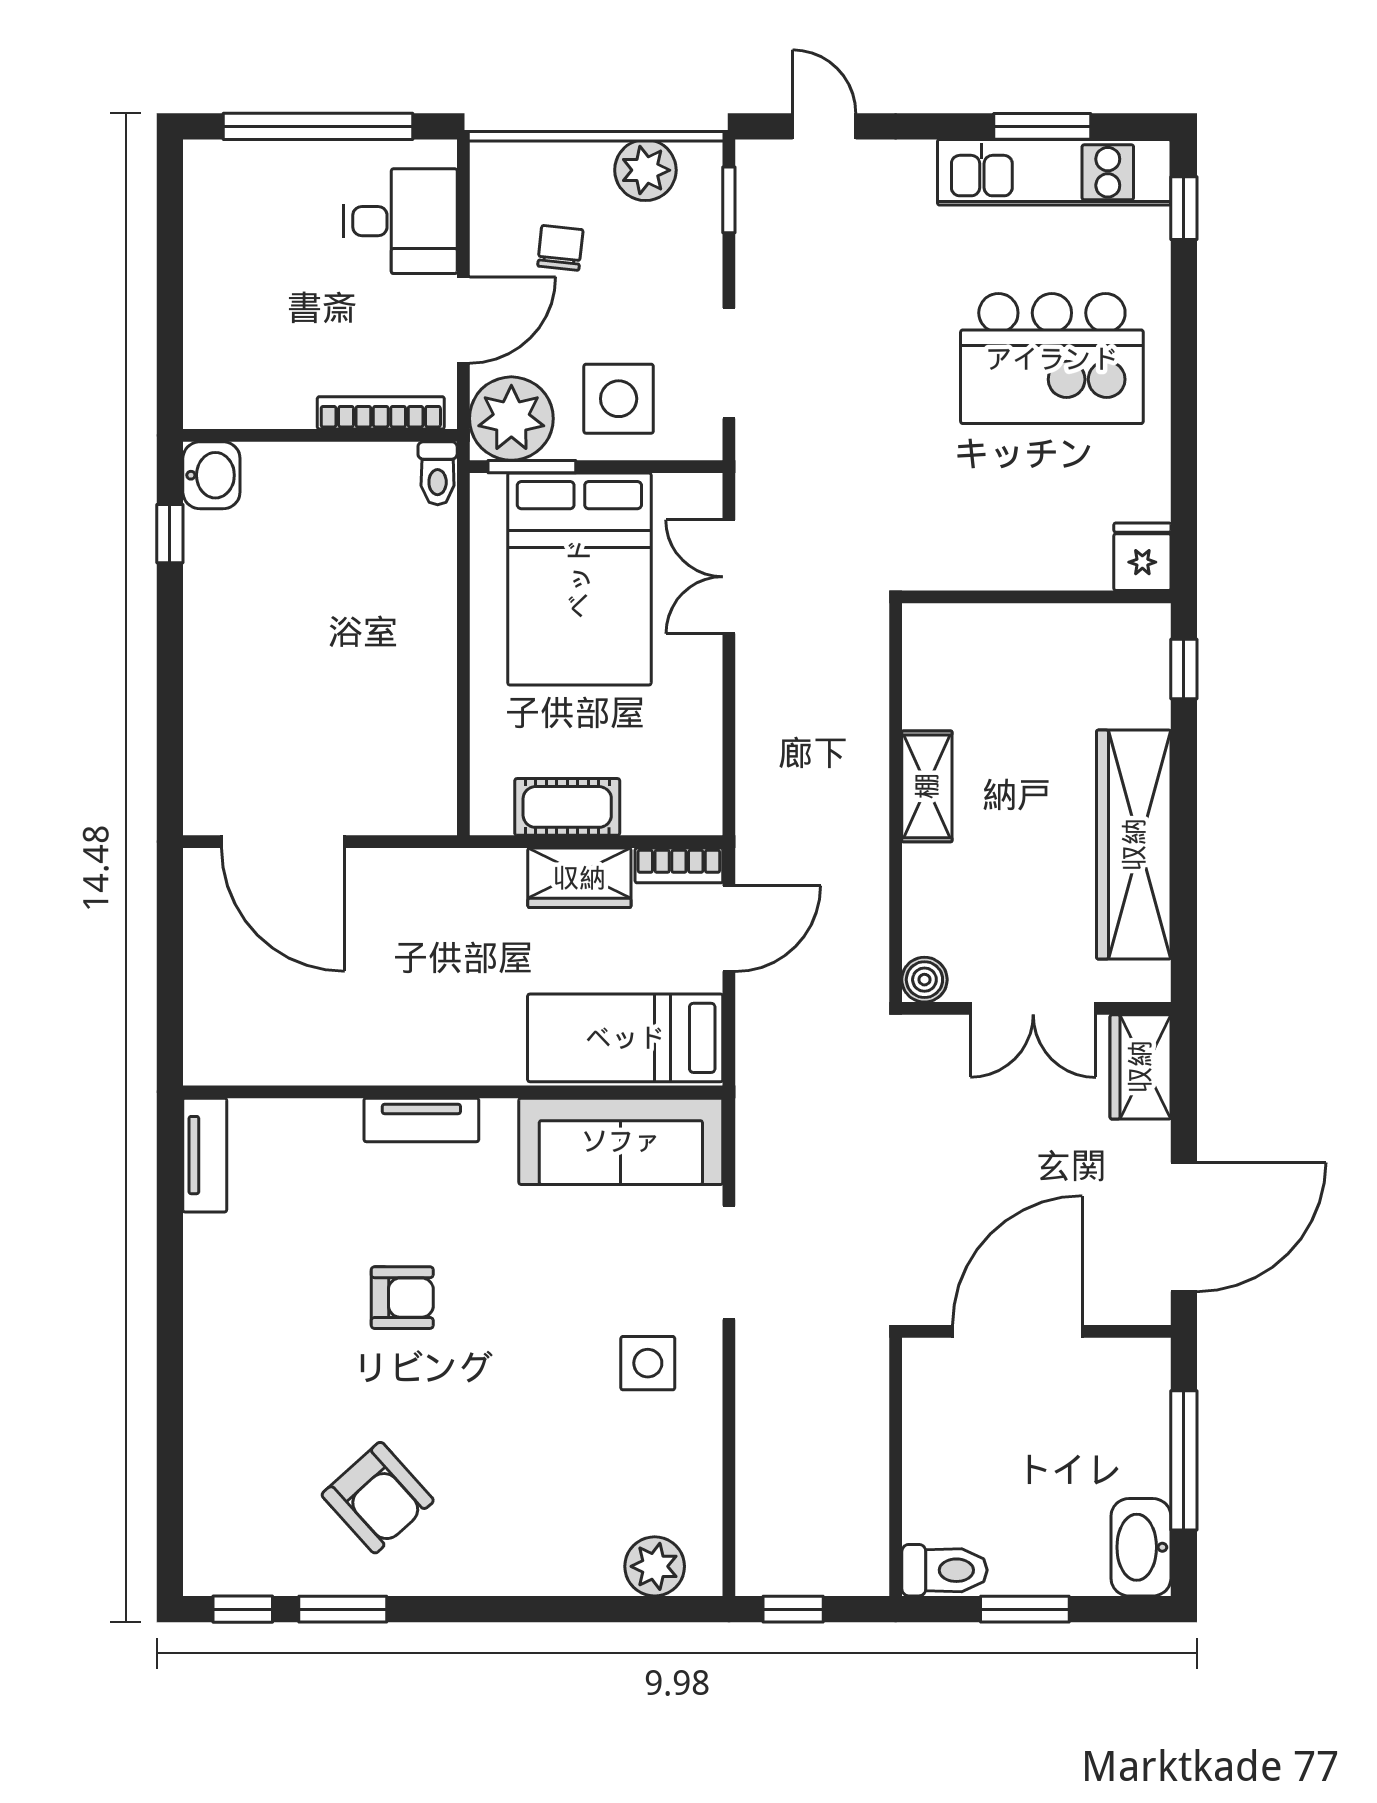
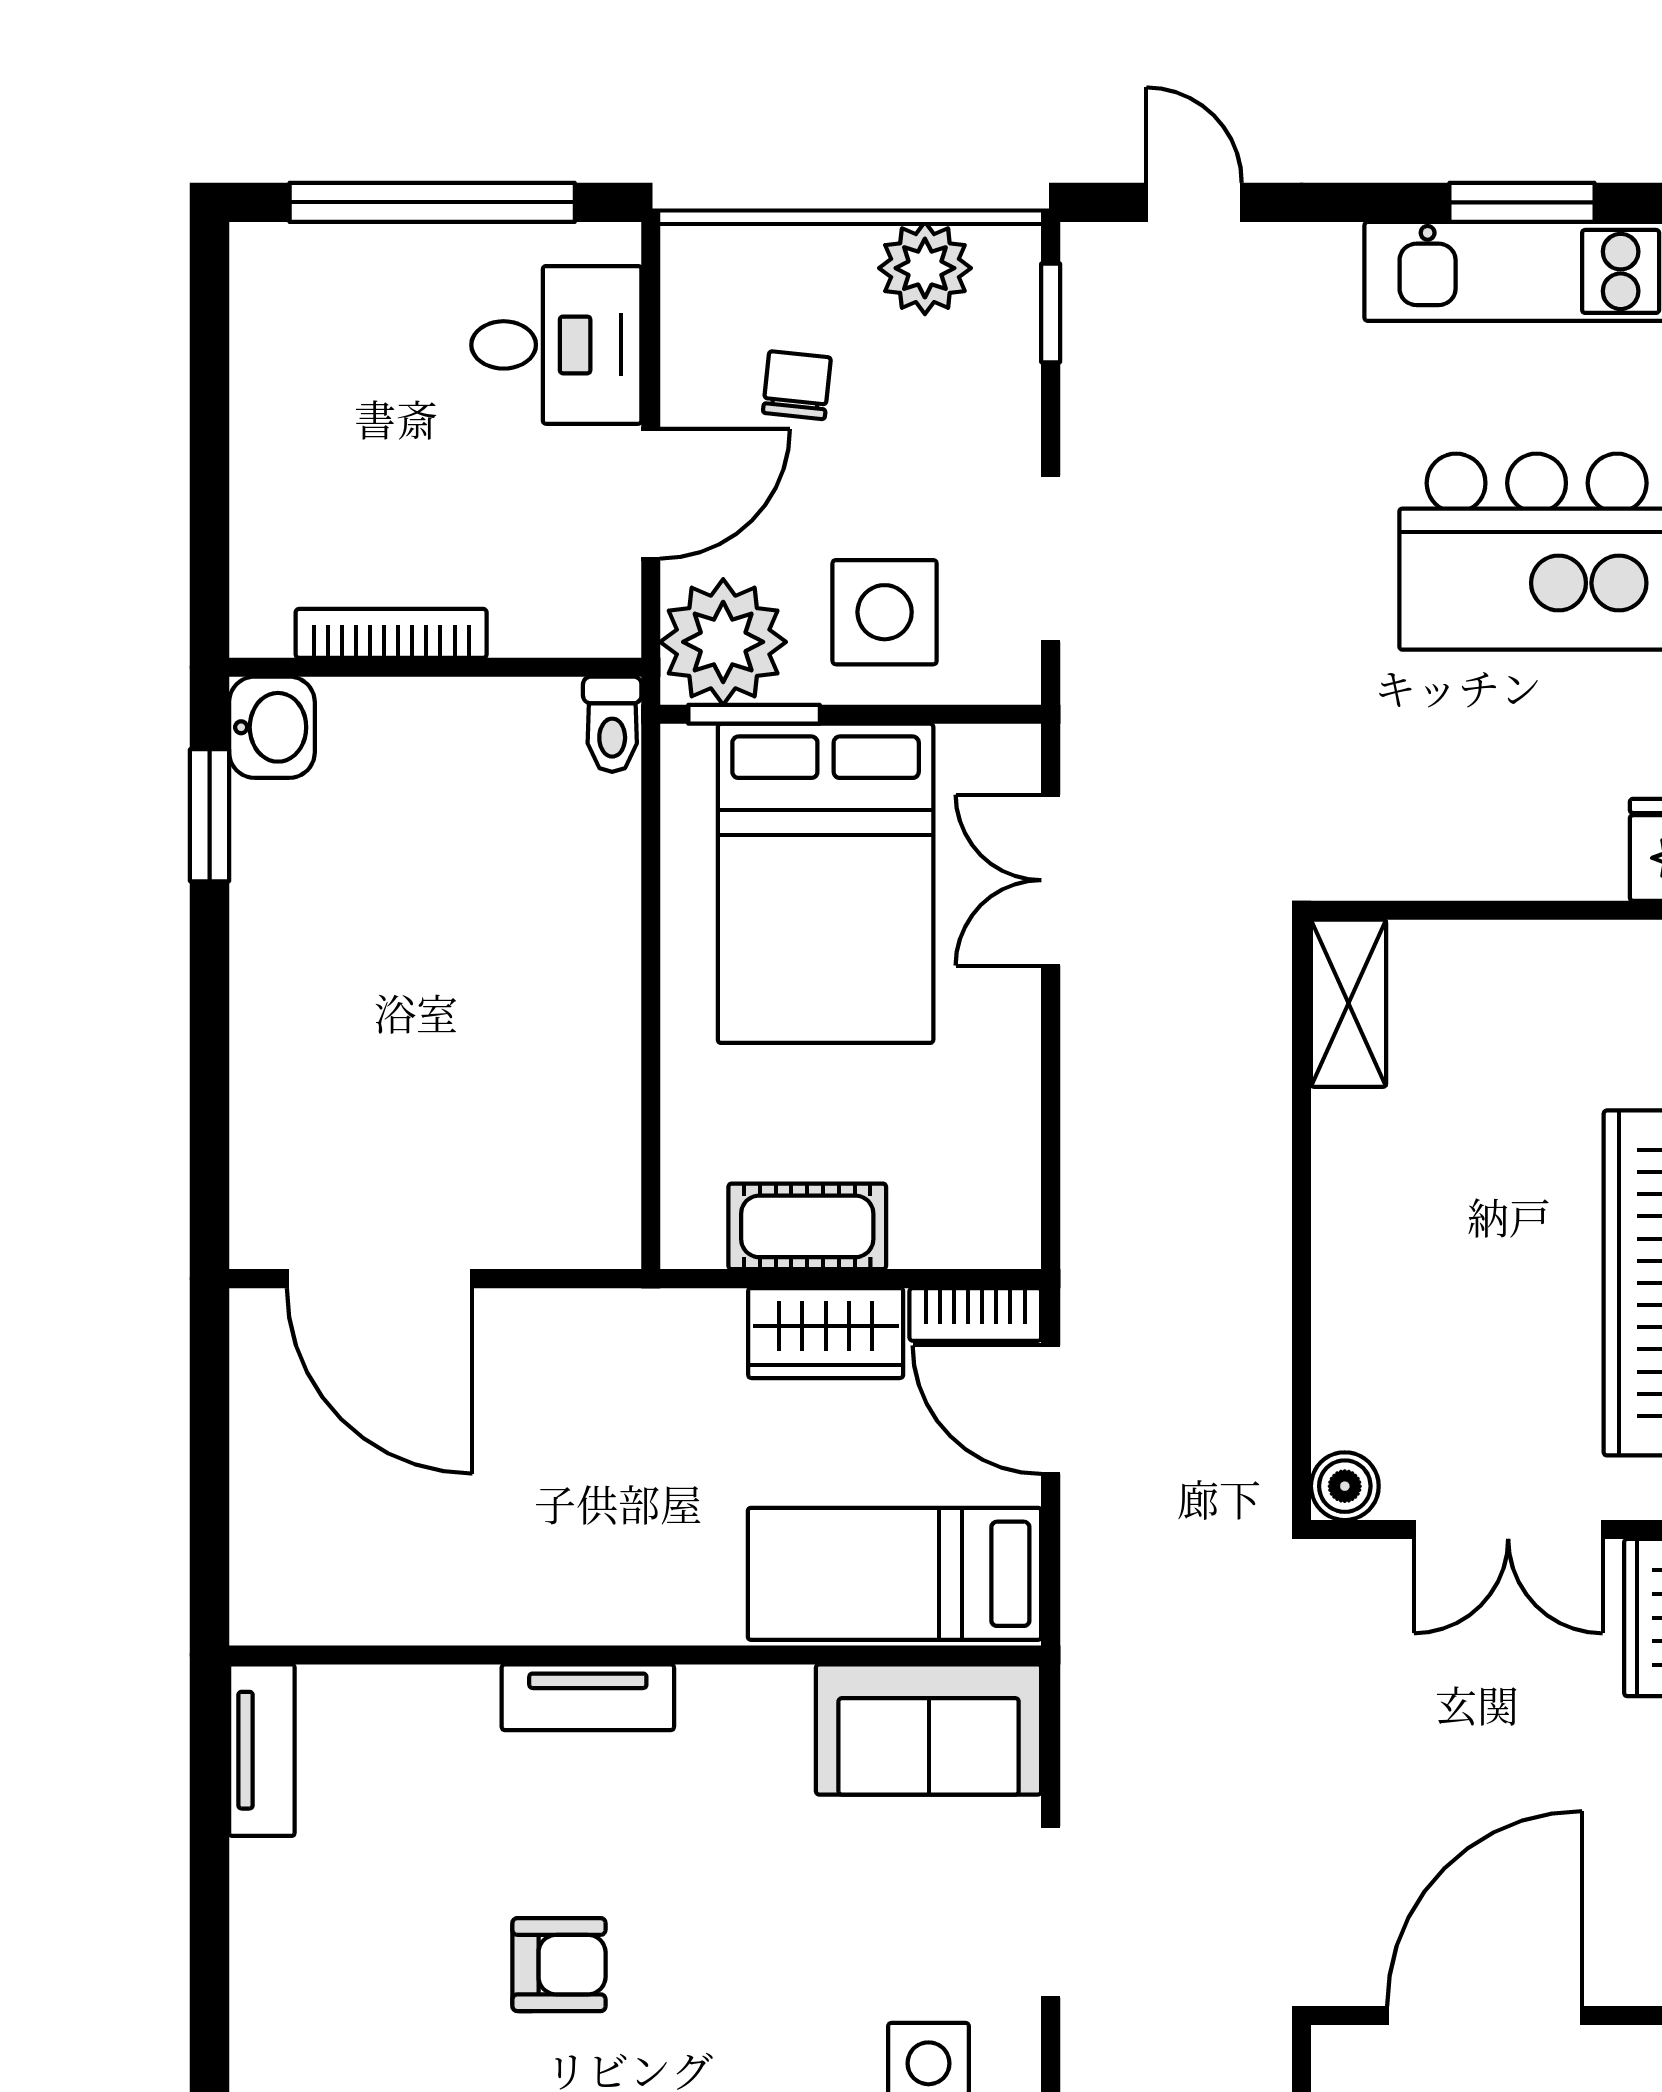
bookcase: (381, 413) -> (391, 633), moved
window: (170, 534) -> (210, 815), width x1.50
shelving: (927, 786) -> (1349, 1003), moved
door: (729, 929) -> (1051, 1410), swing flipped
sofa: (621, 1141) -> (929, 1729), width x0.73

